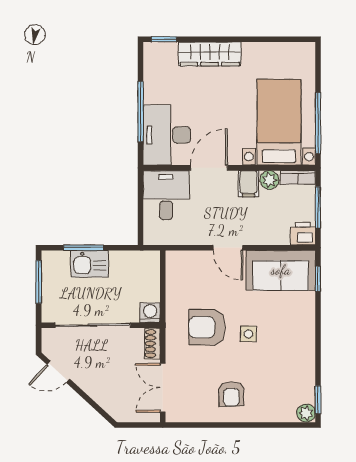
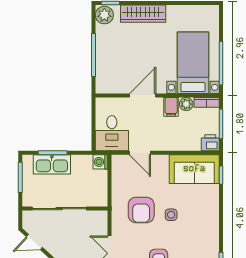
plant: (156, 56) -> (104, 15), added
desk: (167, 135) -> (112, 72), removed
desk: (166, 195) -> (112, 133), moved, turned 180
door: (228, 248) -> (140, 153), moved
kitchen sink: (90, 264) -> (52, 164), width x1.38
washing machine: (150, 313) -> (100, 162), moved, turned -90
armchair: (207, 327) -> (141, 210), turned -90
shoe rack: (152, 344) -> (102, 222), removed

